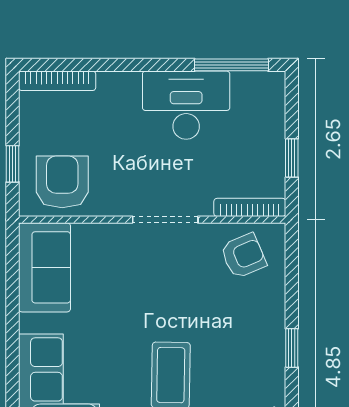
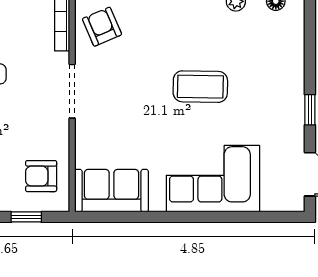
armchair: (62, 182) -> (41, 176), width x0.72, depth x0.72

